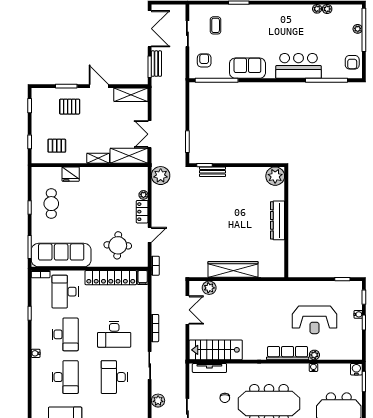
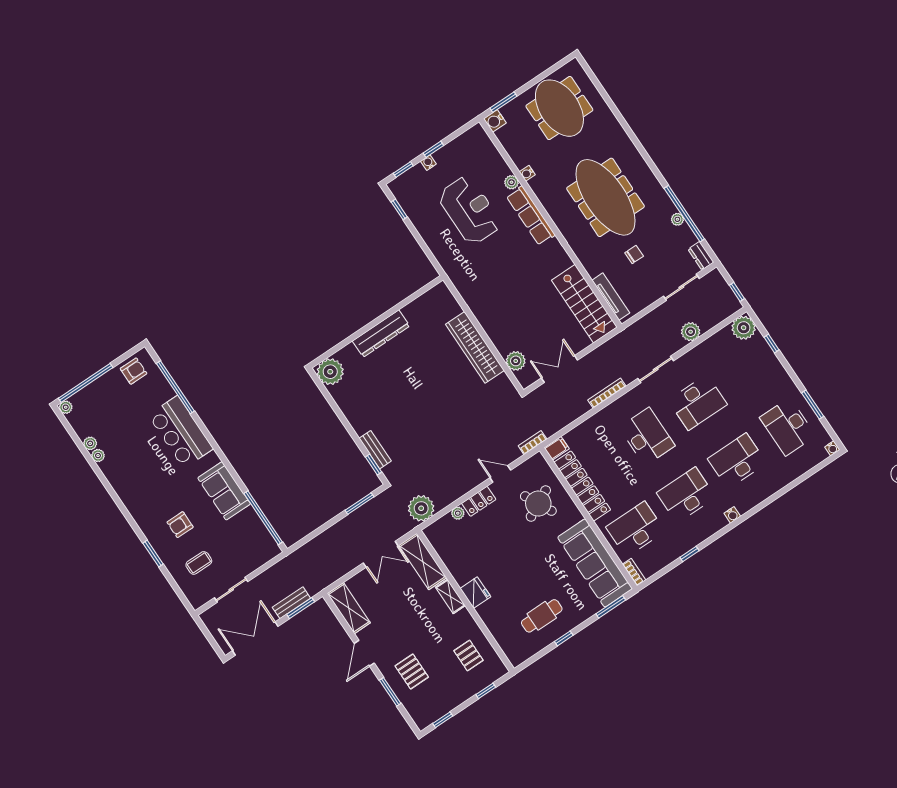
plant: (358, 29) -> (66, 407), moved
armchair: (204, 60) -> (180, 525), moved
fridge: (71, 174) -> (475, 593), moved
round table: (118, 245) -> (538, 503), turned -30
desk: (65, 292) -> (635, 529), turned 180

